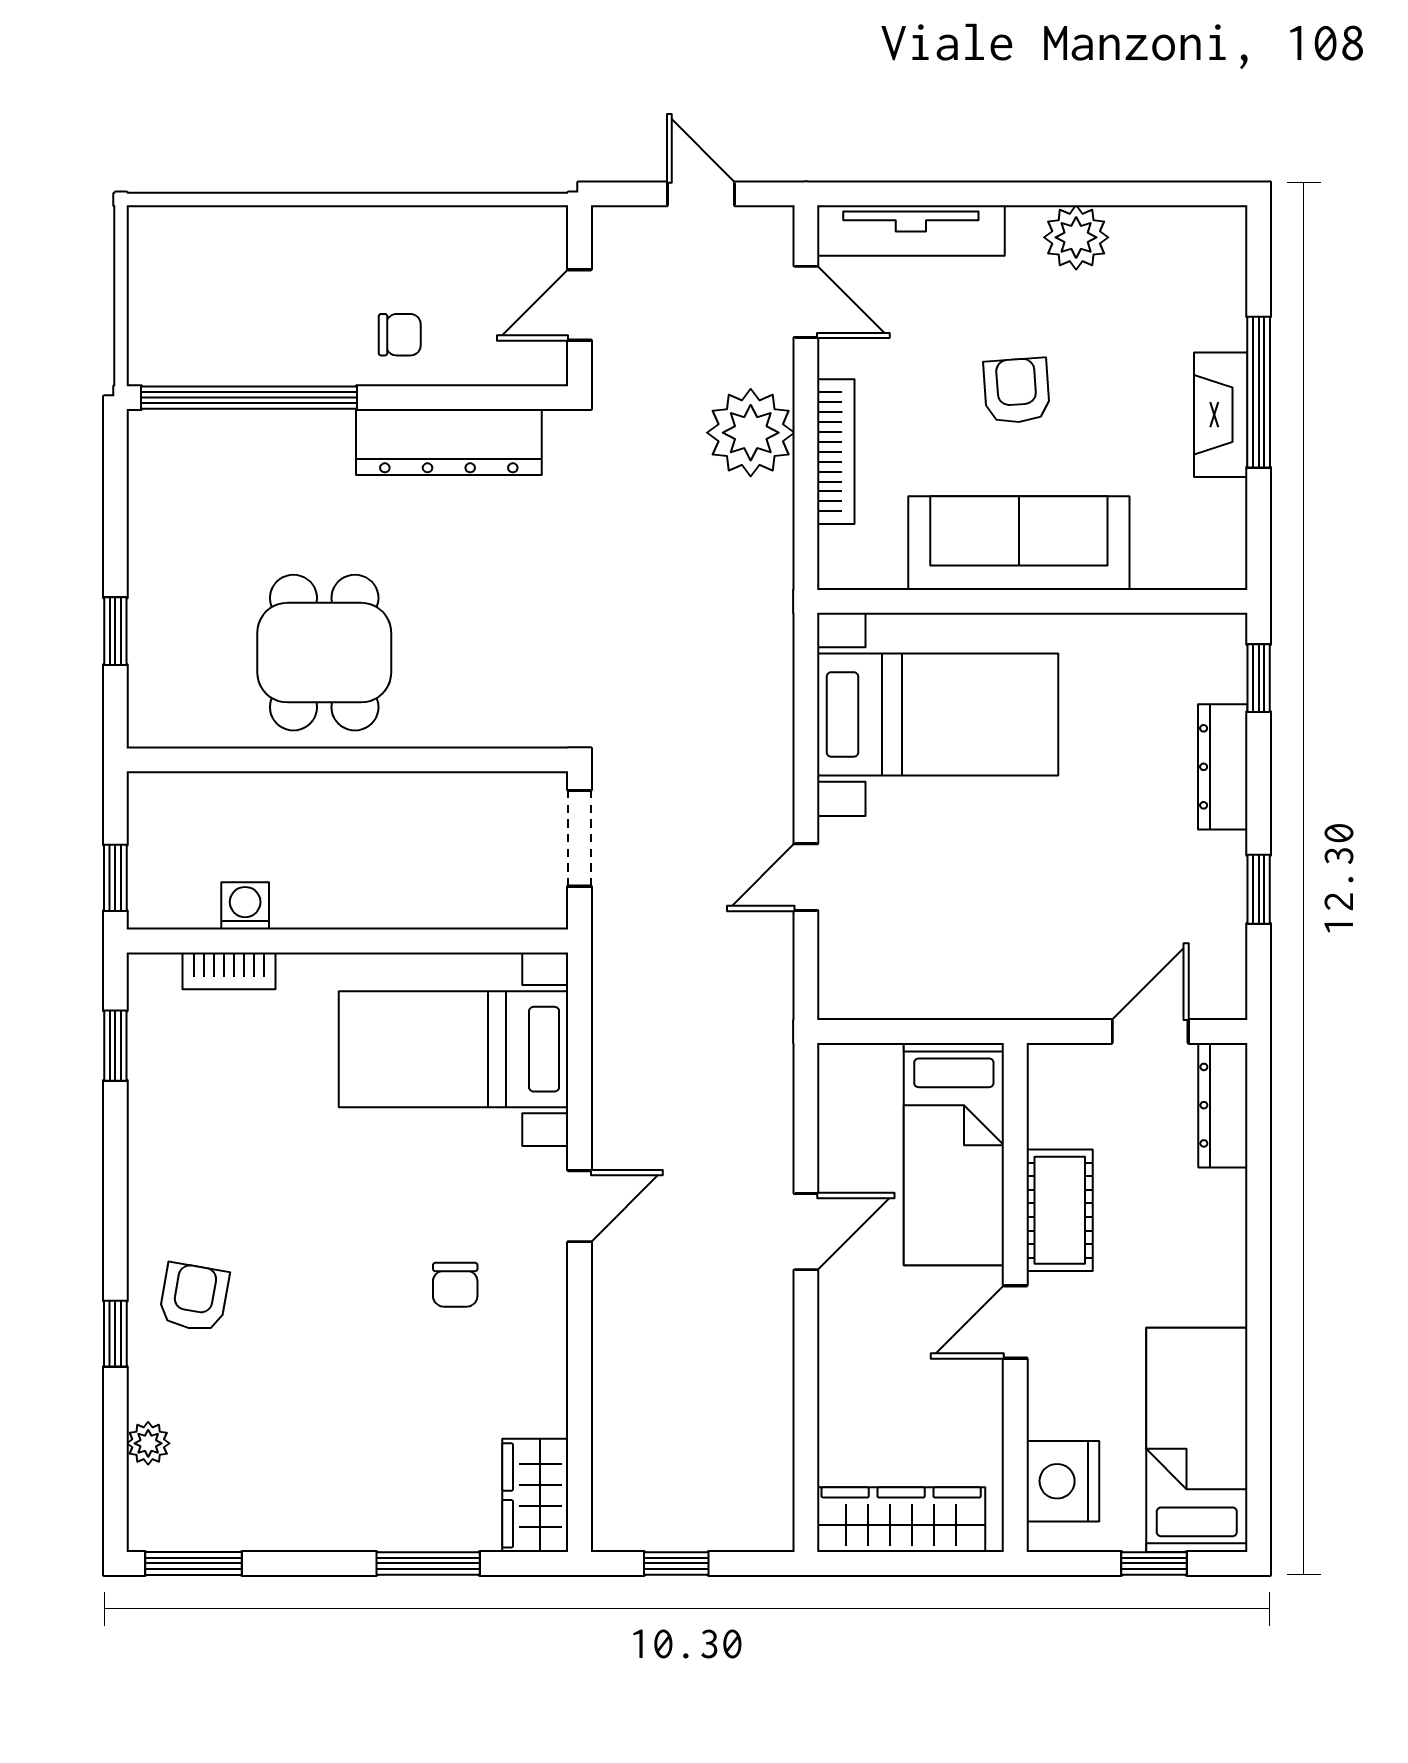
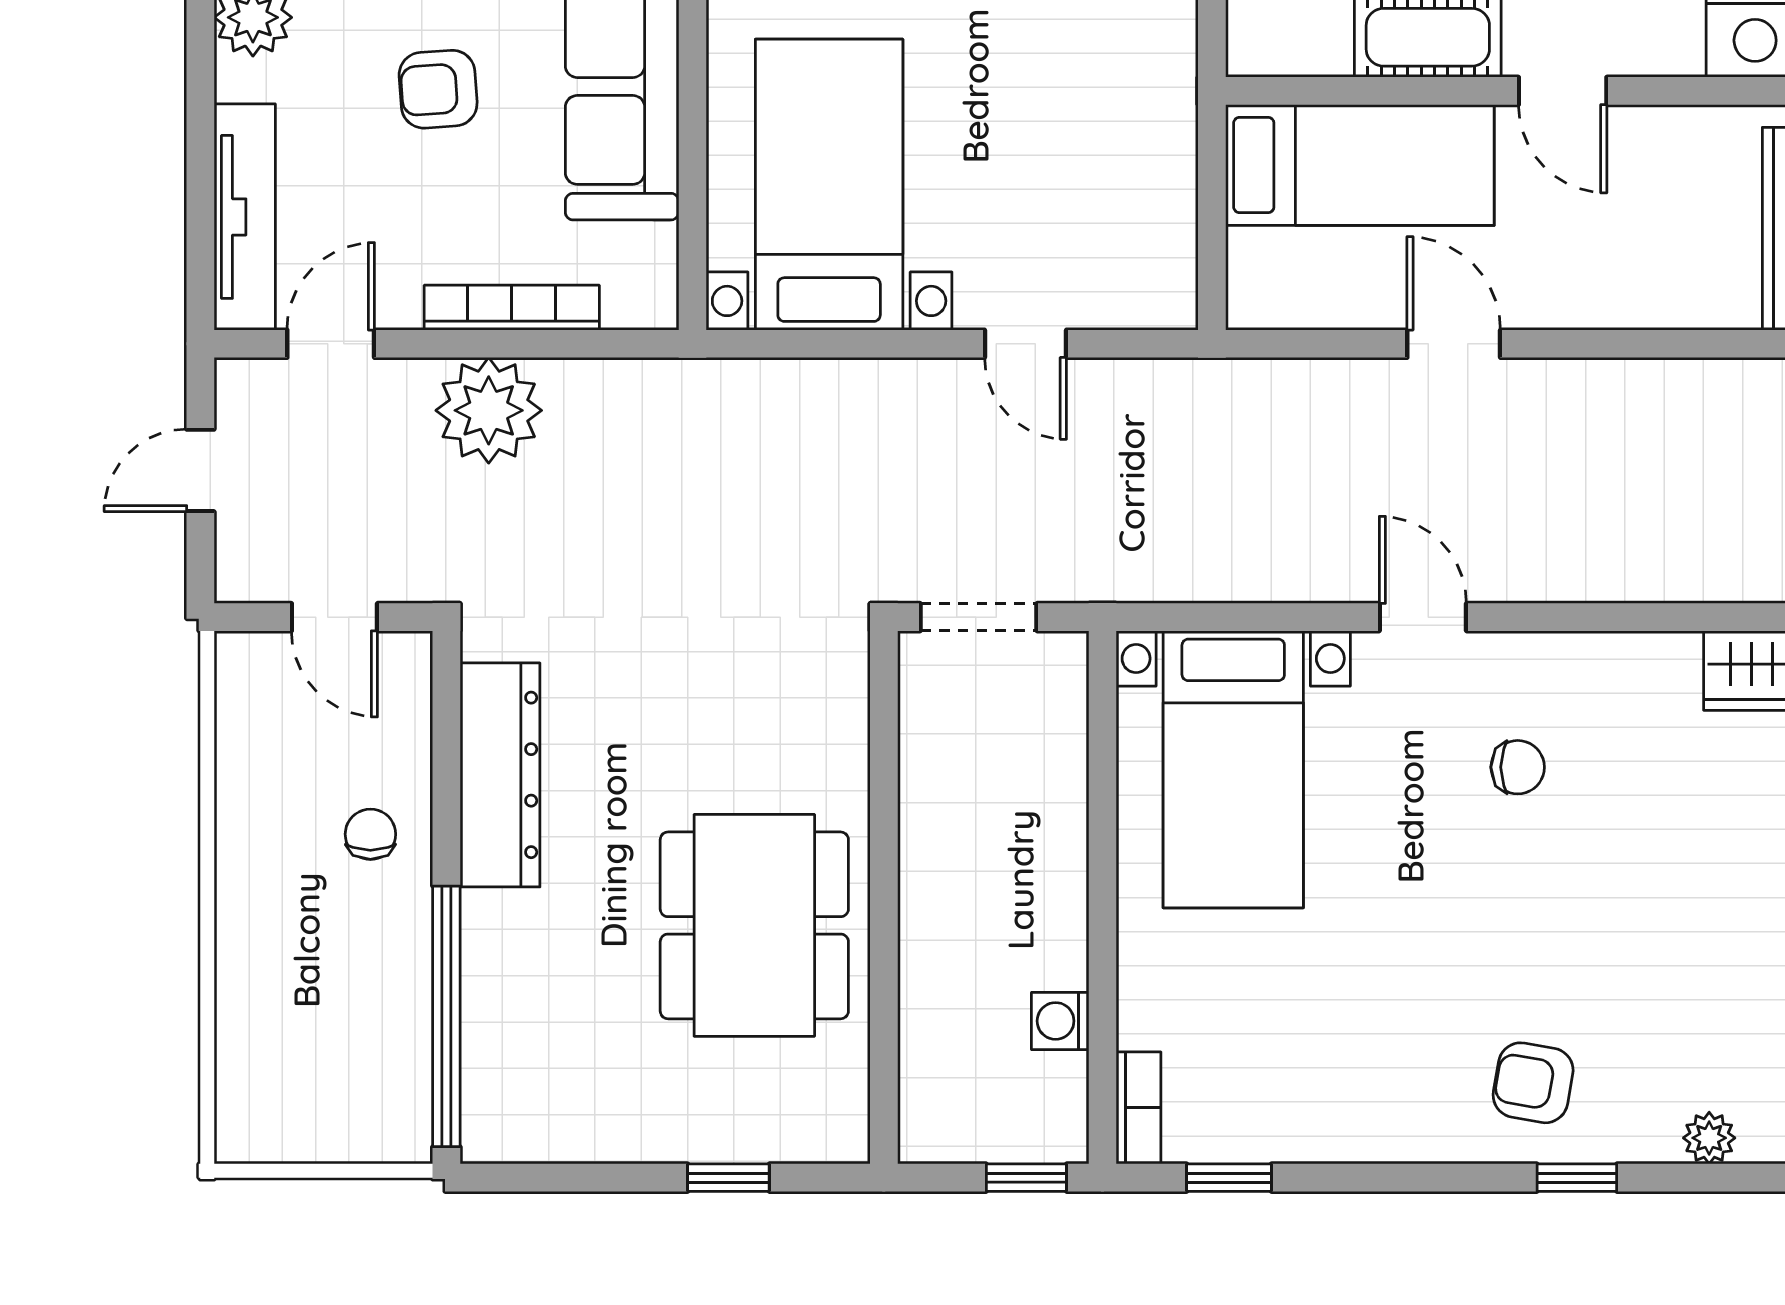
dining table: (324, 653) -> (754, 925), width x1.38
bookcase: (229, 971) -> (1139, 1108), moved

